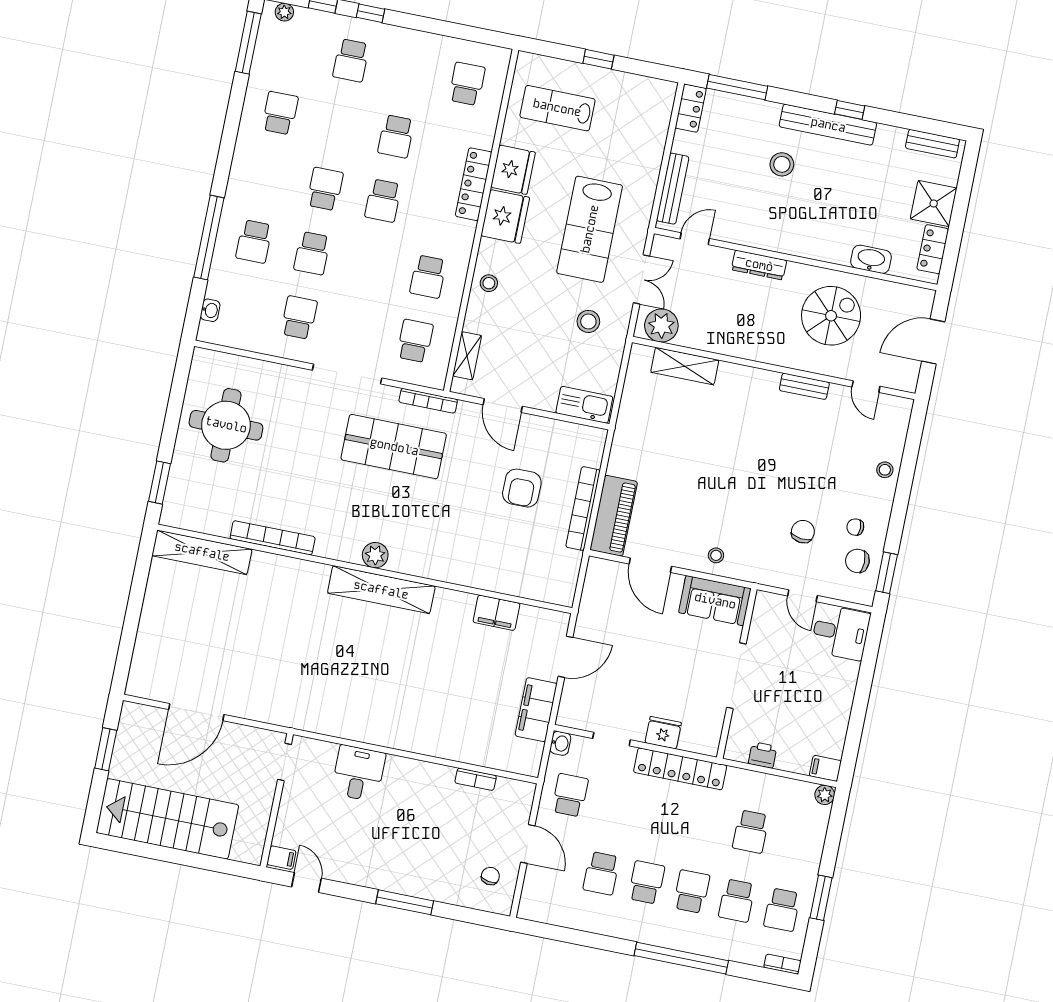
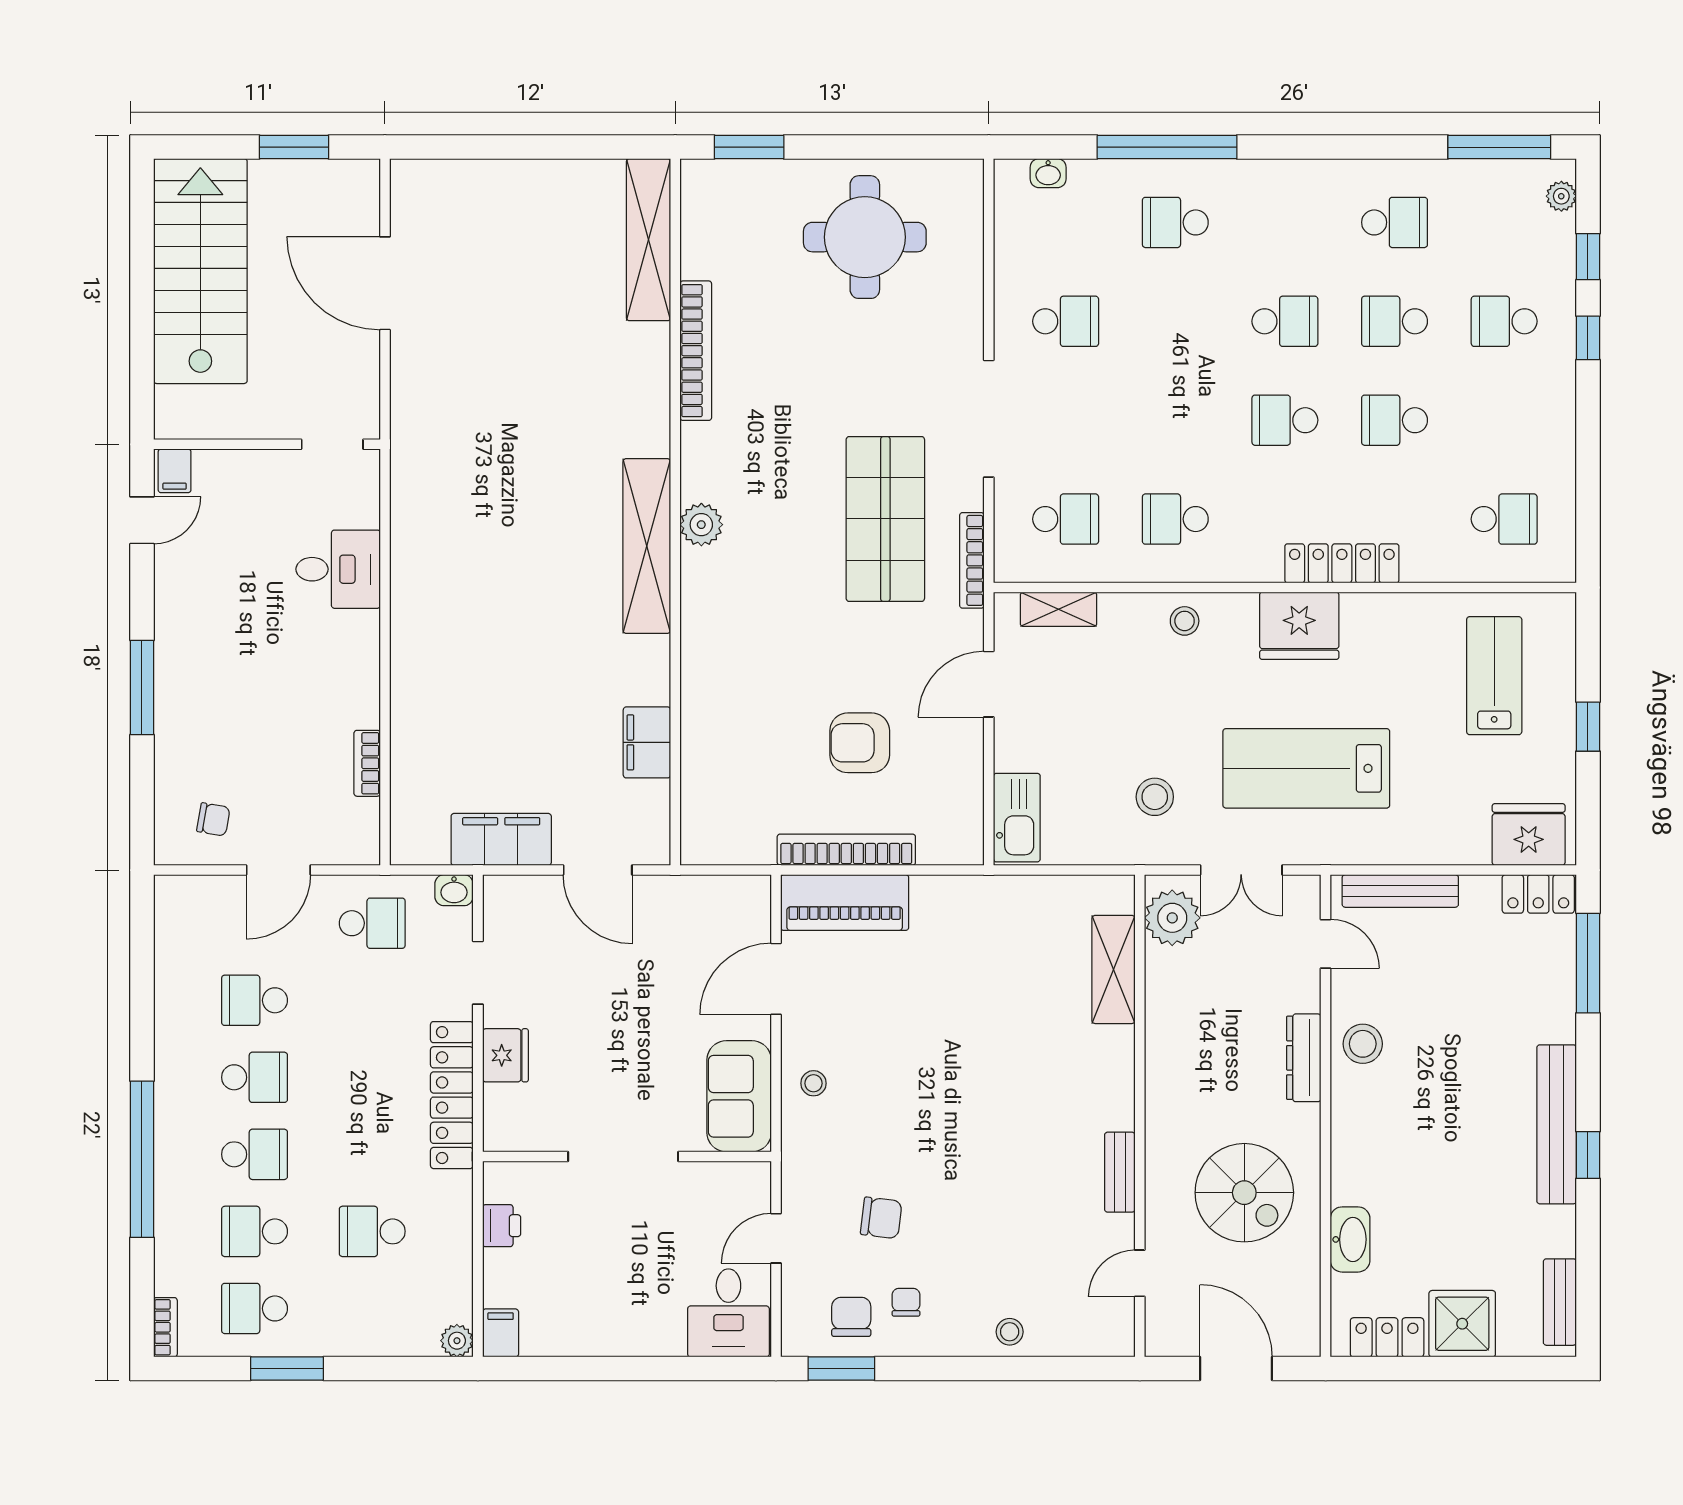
stool: (782, 164) -> (1363, 1044), moved
fridge: (513, 170) -> (1529, 835), moved, turned 180
school desk: (312, 253) -> (1395, 321), moved

